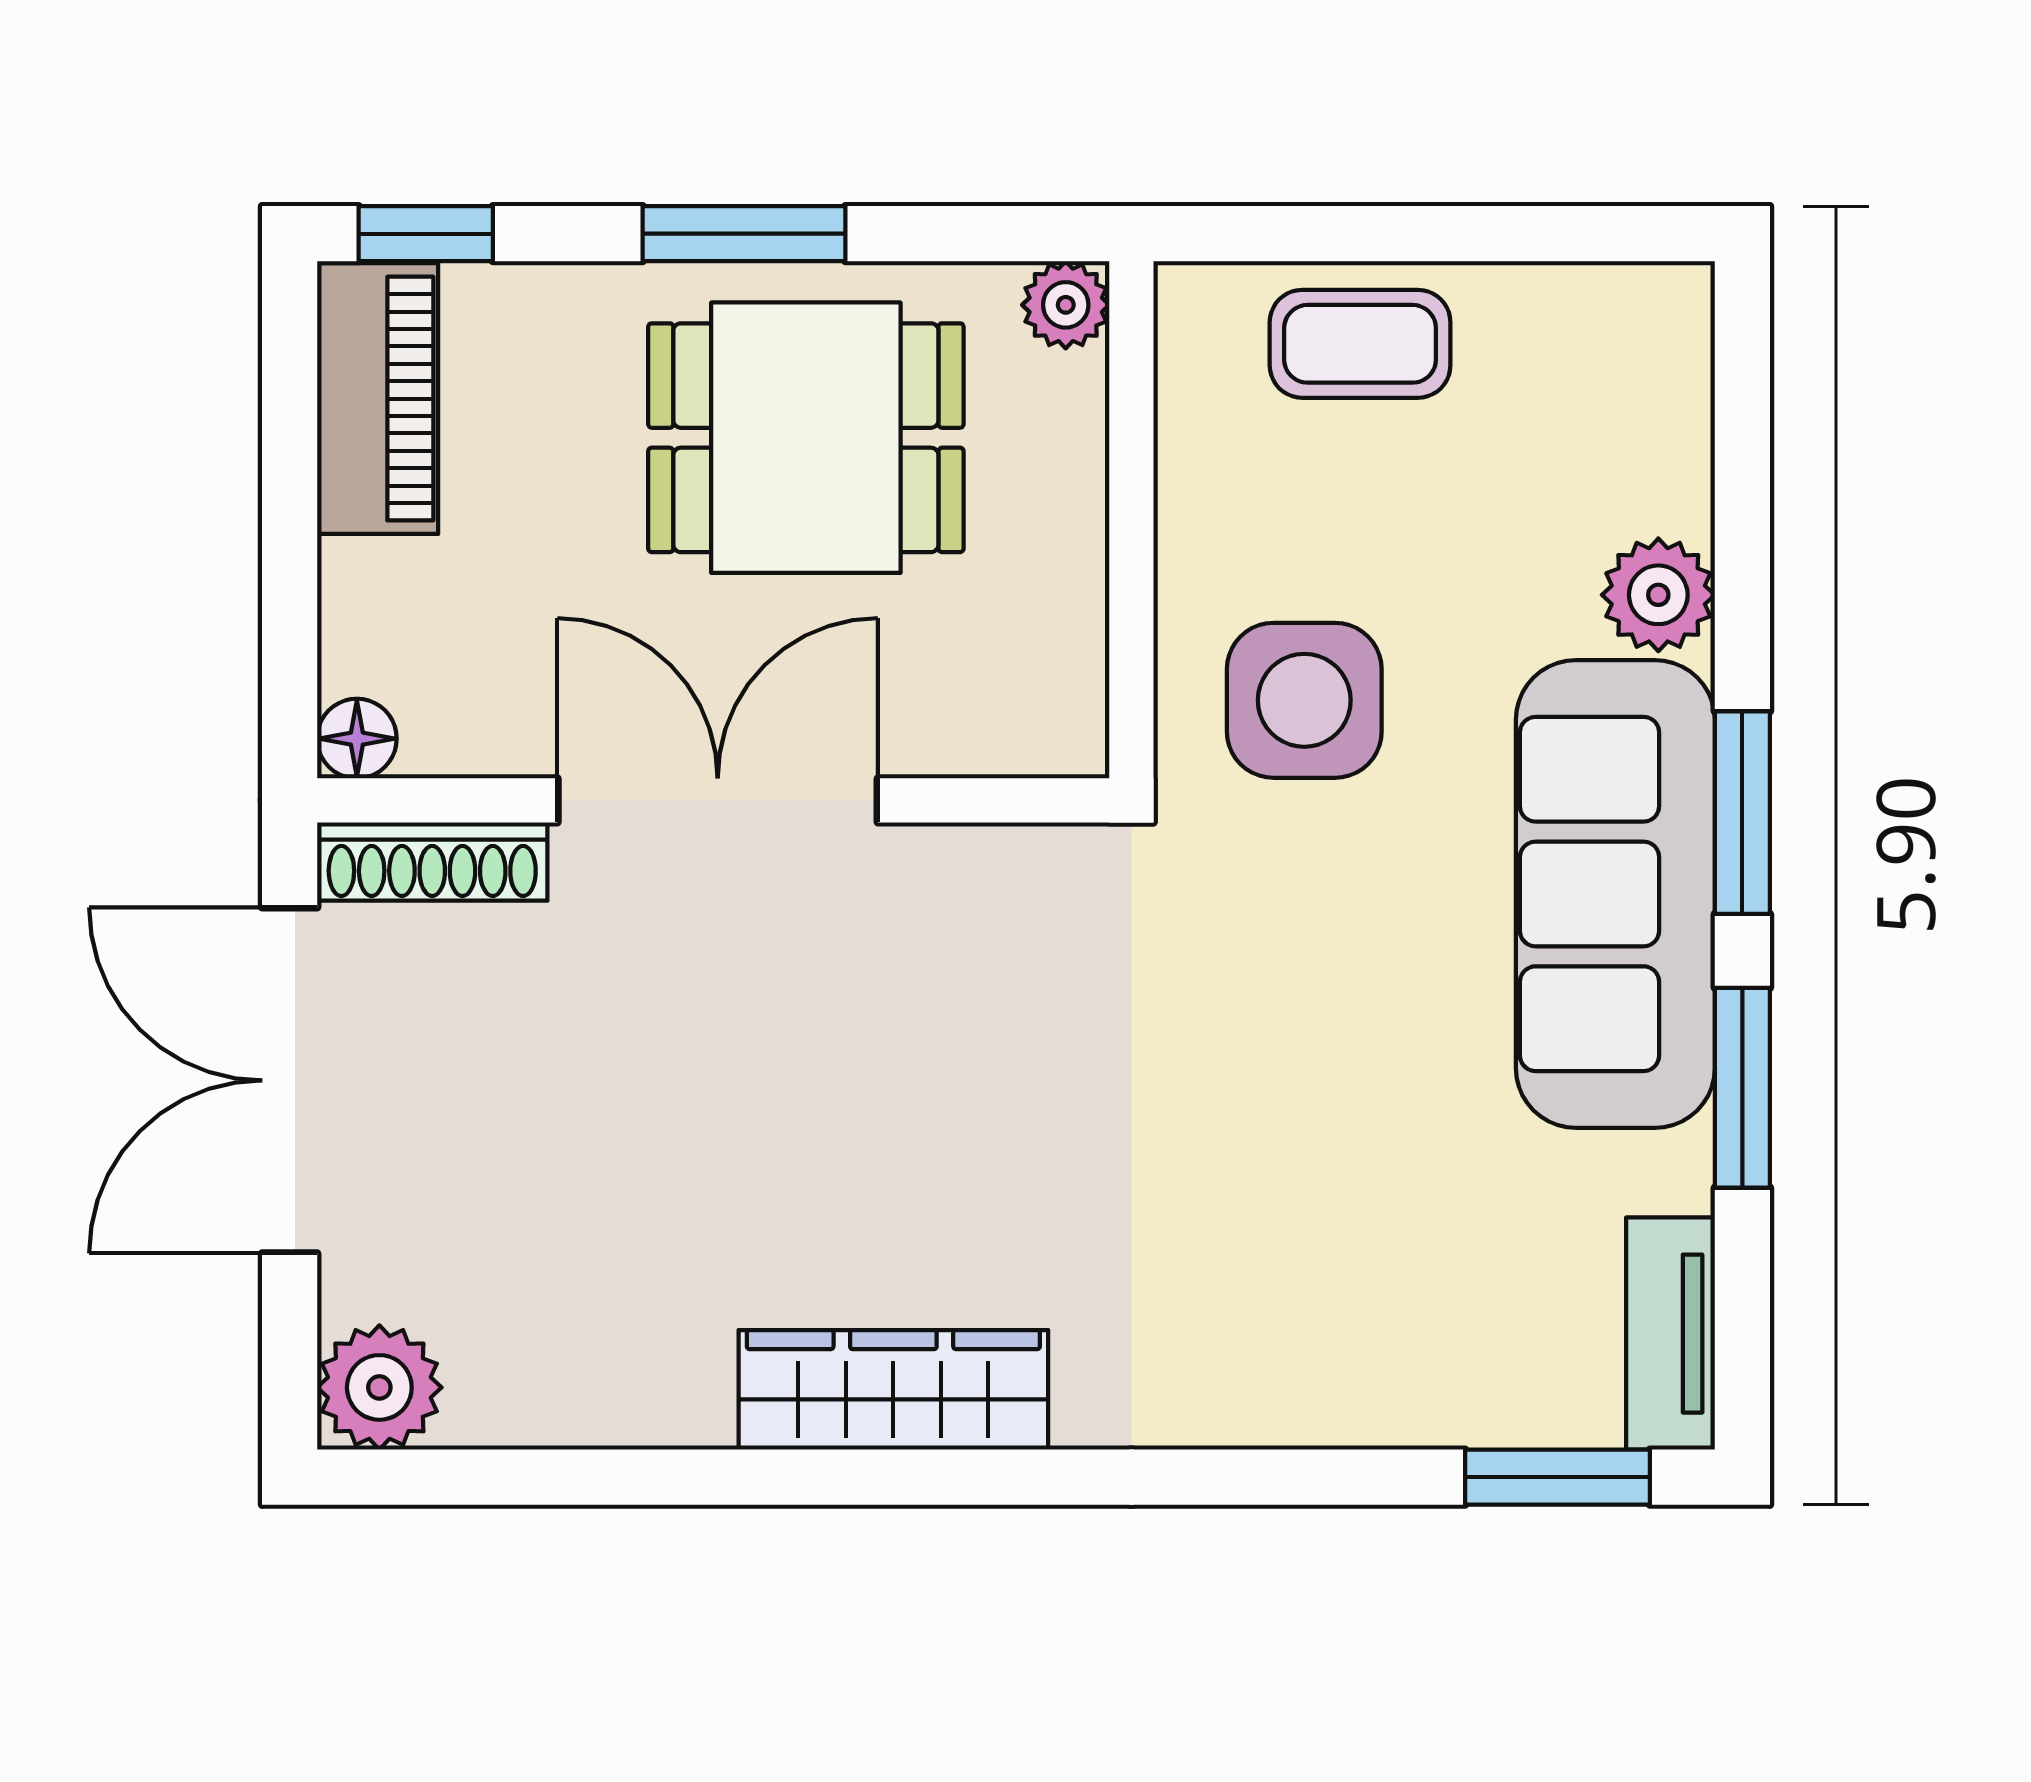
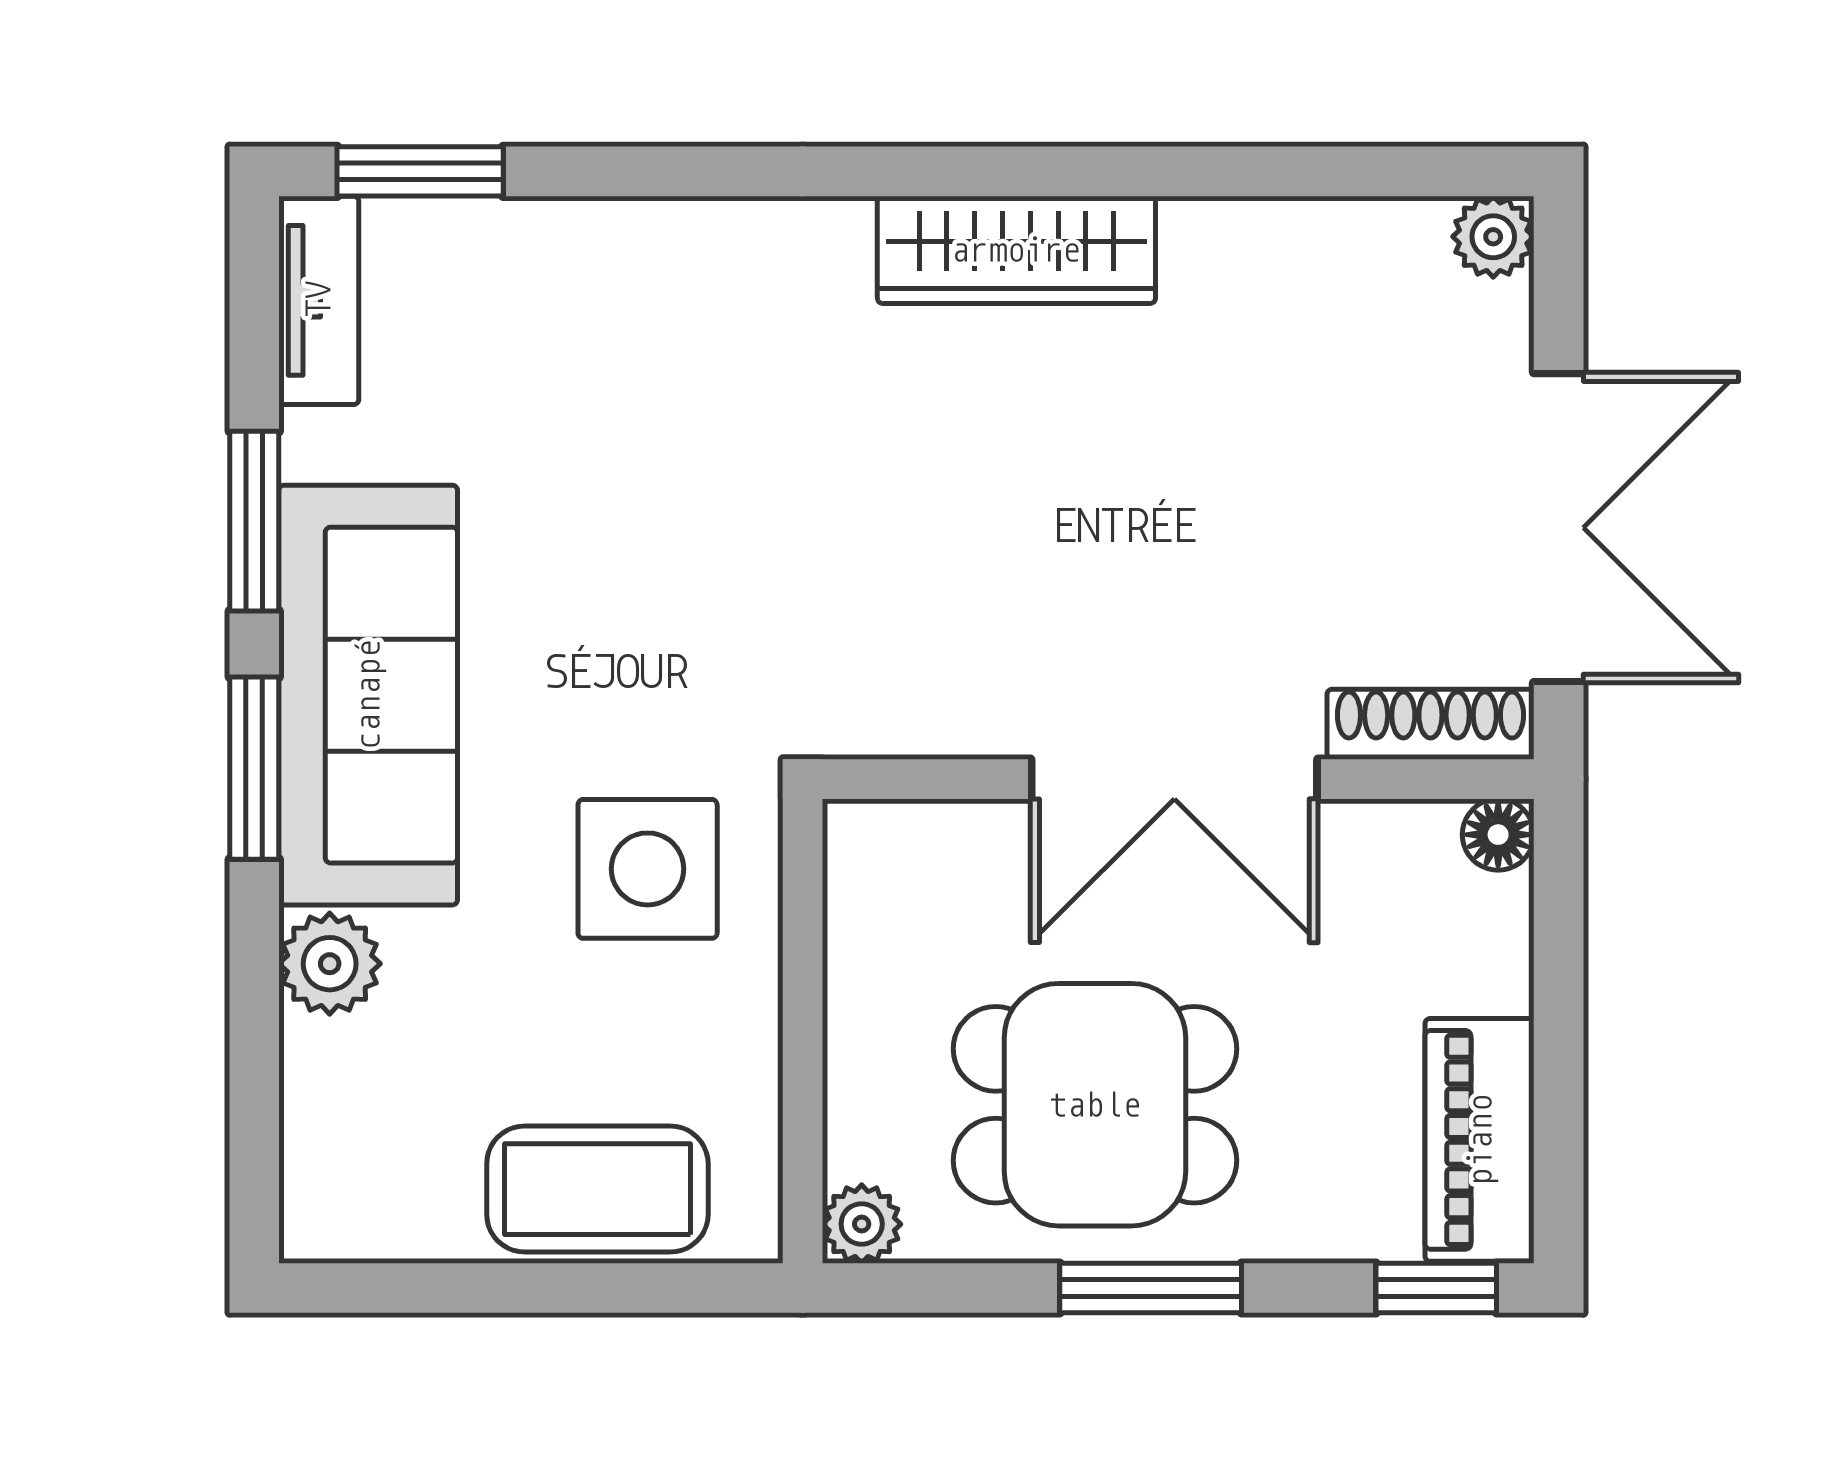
coffee table: (1360, 344) -> (597, 1189), width x1.36, depth x1.30
plant: (379, 1387) -> (1493, 237), width x0.73, depth x0.73

